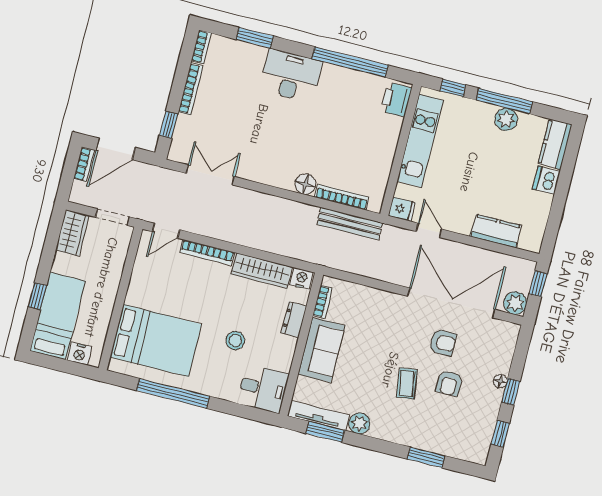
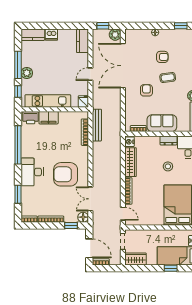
plant: (506, 119) -> (27, 73), moved
filing cabinet: (387, 134) -> (49, 118), added
armchair: (270, 139) -> (66, 174), added
floor lamp: (305, 184) -> (83, 217), moved
door: (429, 230) -> (90, 74), moved
kitchen counter: (496, 231) -> (82, 41), moved
dresser: (294, 320) -> (168, 140), moved
armchair: (443, 343) -> (146, 90), moved
window: (511, 392) -> (159, 26), removed

